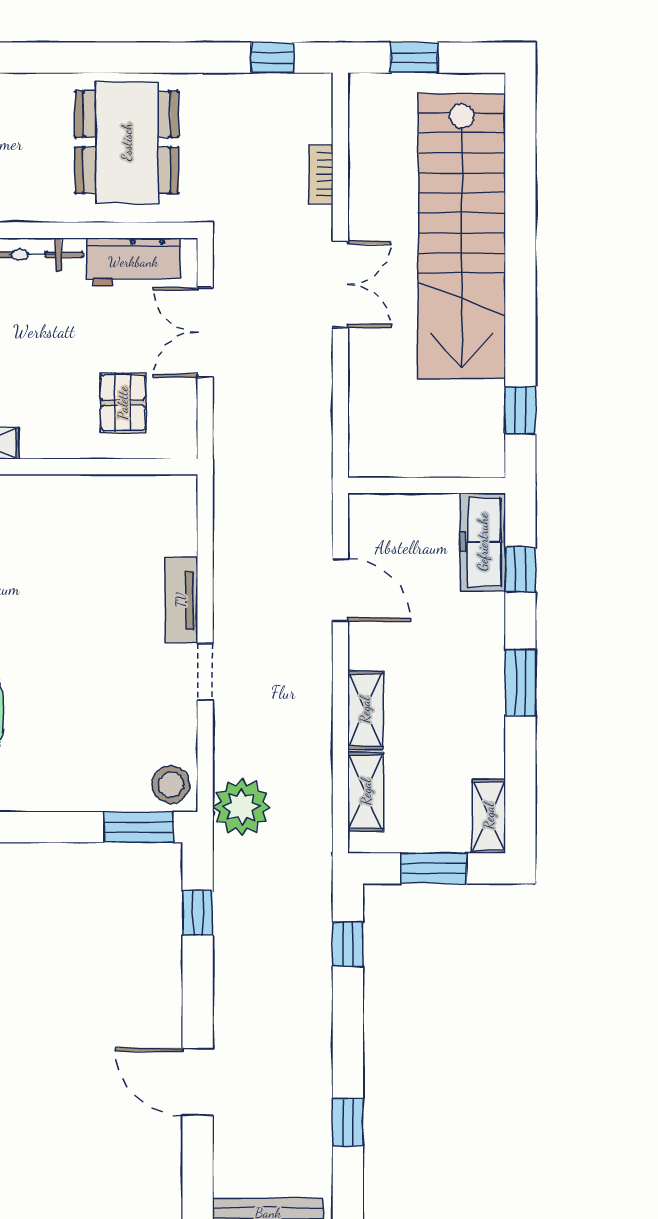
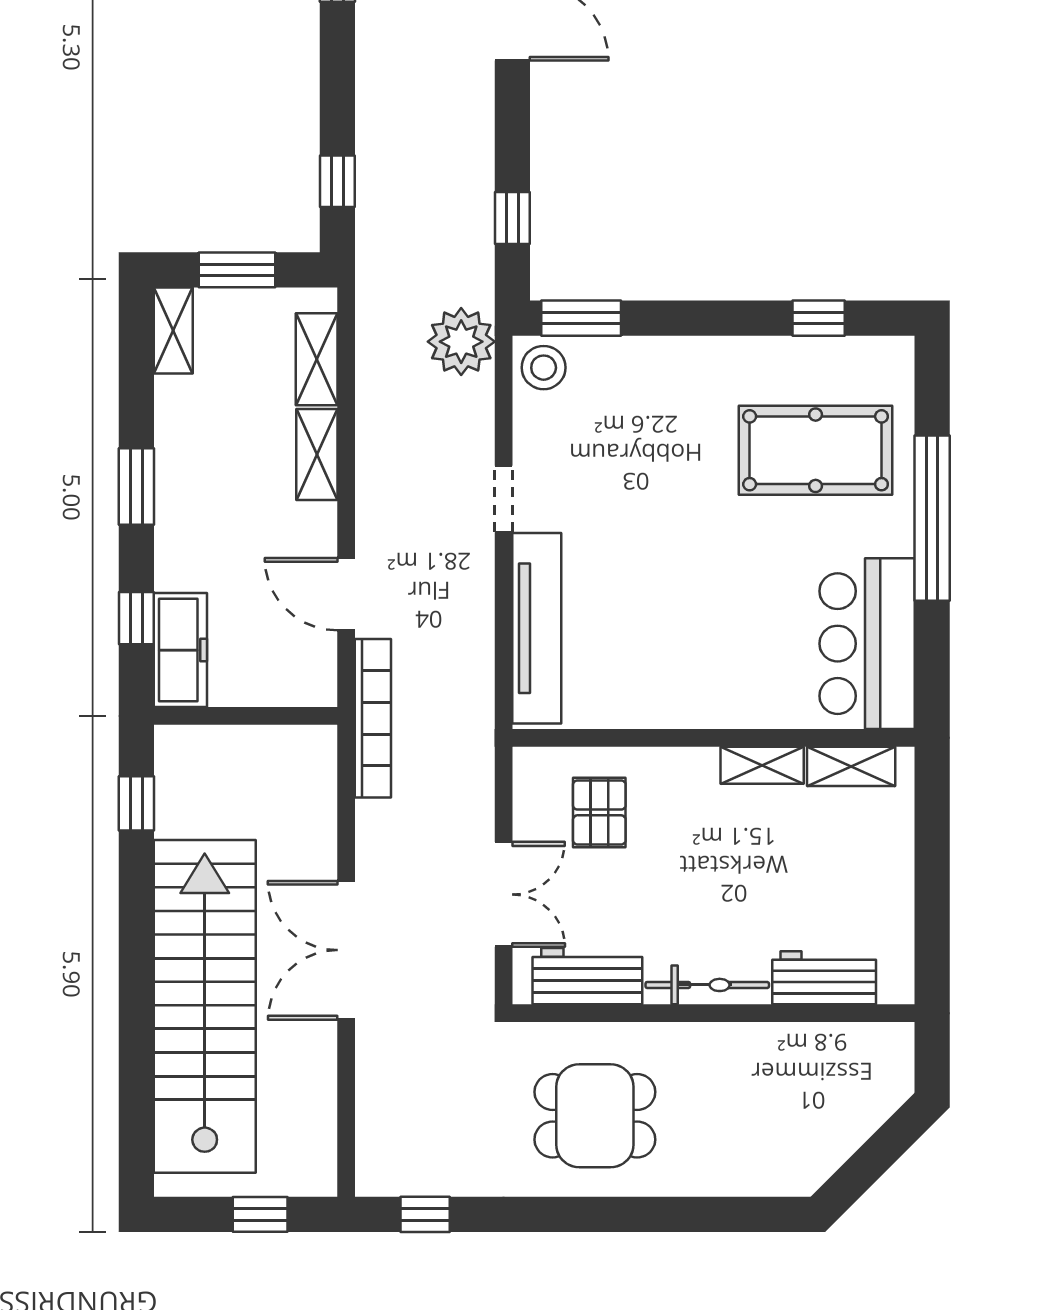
dining table: (127, 142) -> (595, 1116), width x0.73
bookcase: (321, 174) -> (373, 718), moved, width x2.31, depth x1.31
double door: (340, 284) -> (346, 950), width x1.37
tv unit: (181, 600) -> (537, 628), width x1.92, depth x1.29

